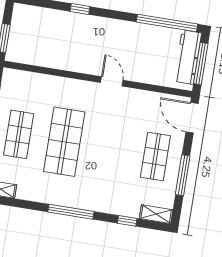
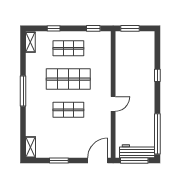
shop shelf: (155, 157) -> (68, 110), moved
window: (183, 175) -> (59, 161), width x0.69
window: (127, 221) -> (23, 129), removed

